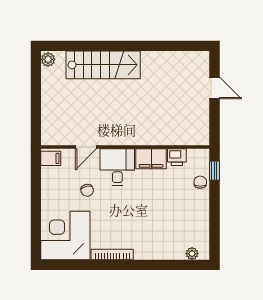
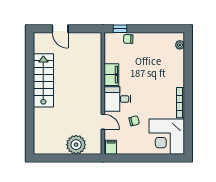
plant: (48, 59) -> (76, 145), moved, width x1.88, depth x1.88
stairs: (103, 65) -> (43, 80), moved
door: (214, 88) -> (60, 29), swing flipped
printer: (177, 157) -> (110, 56), removed

